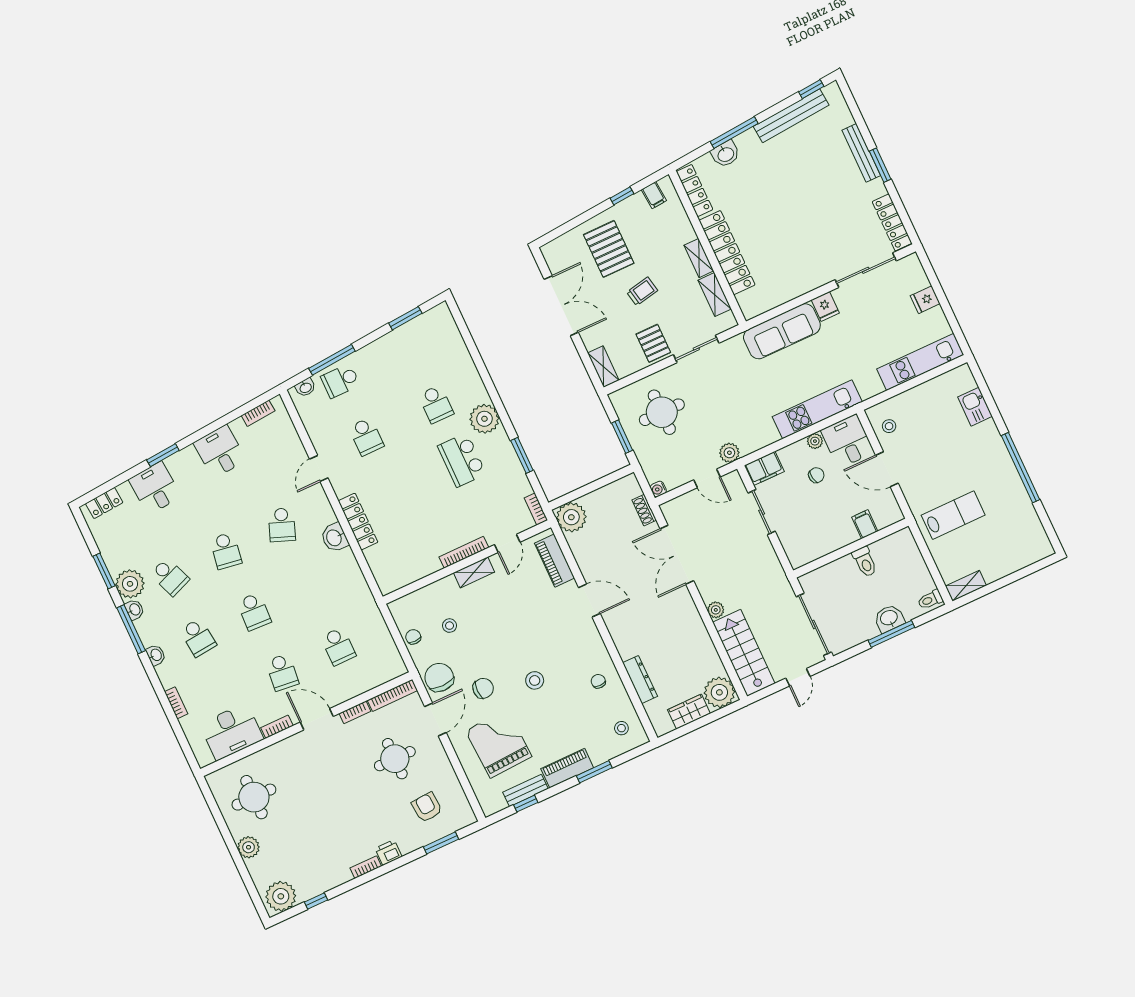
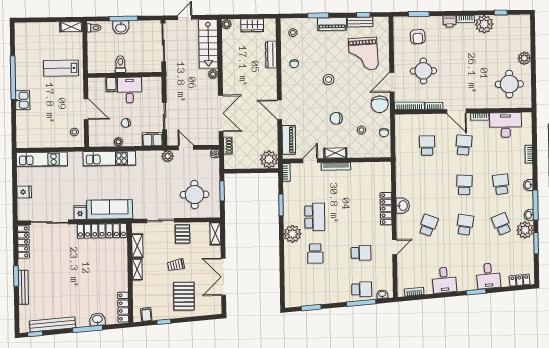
locker: (727, 253) -> (102, 231), moved, turned -90
school desk: (436, 404) -> (315, 254), turned 180
kitchen sink: (975, 407) -> (23, 100), moved
school desk: (366, 437) -> (361, 253), turned 90
desk: (847, 441) -> (130, 90), moved, turned 180
chair: (483, 688) -> (336, 118), moved
plant: (719, 692) -> (227, 24), width x0.53, depth x0.53
plant: (281, 896) -> (484, 24), moved

